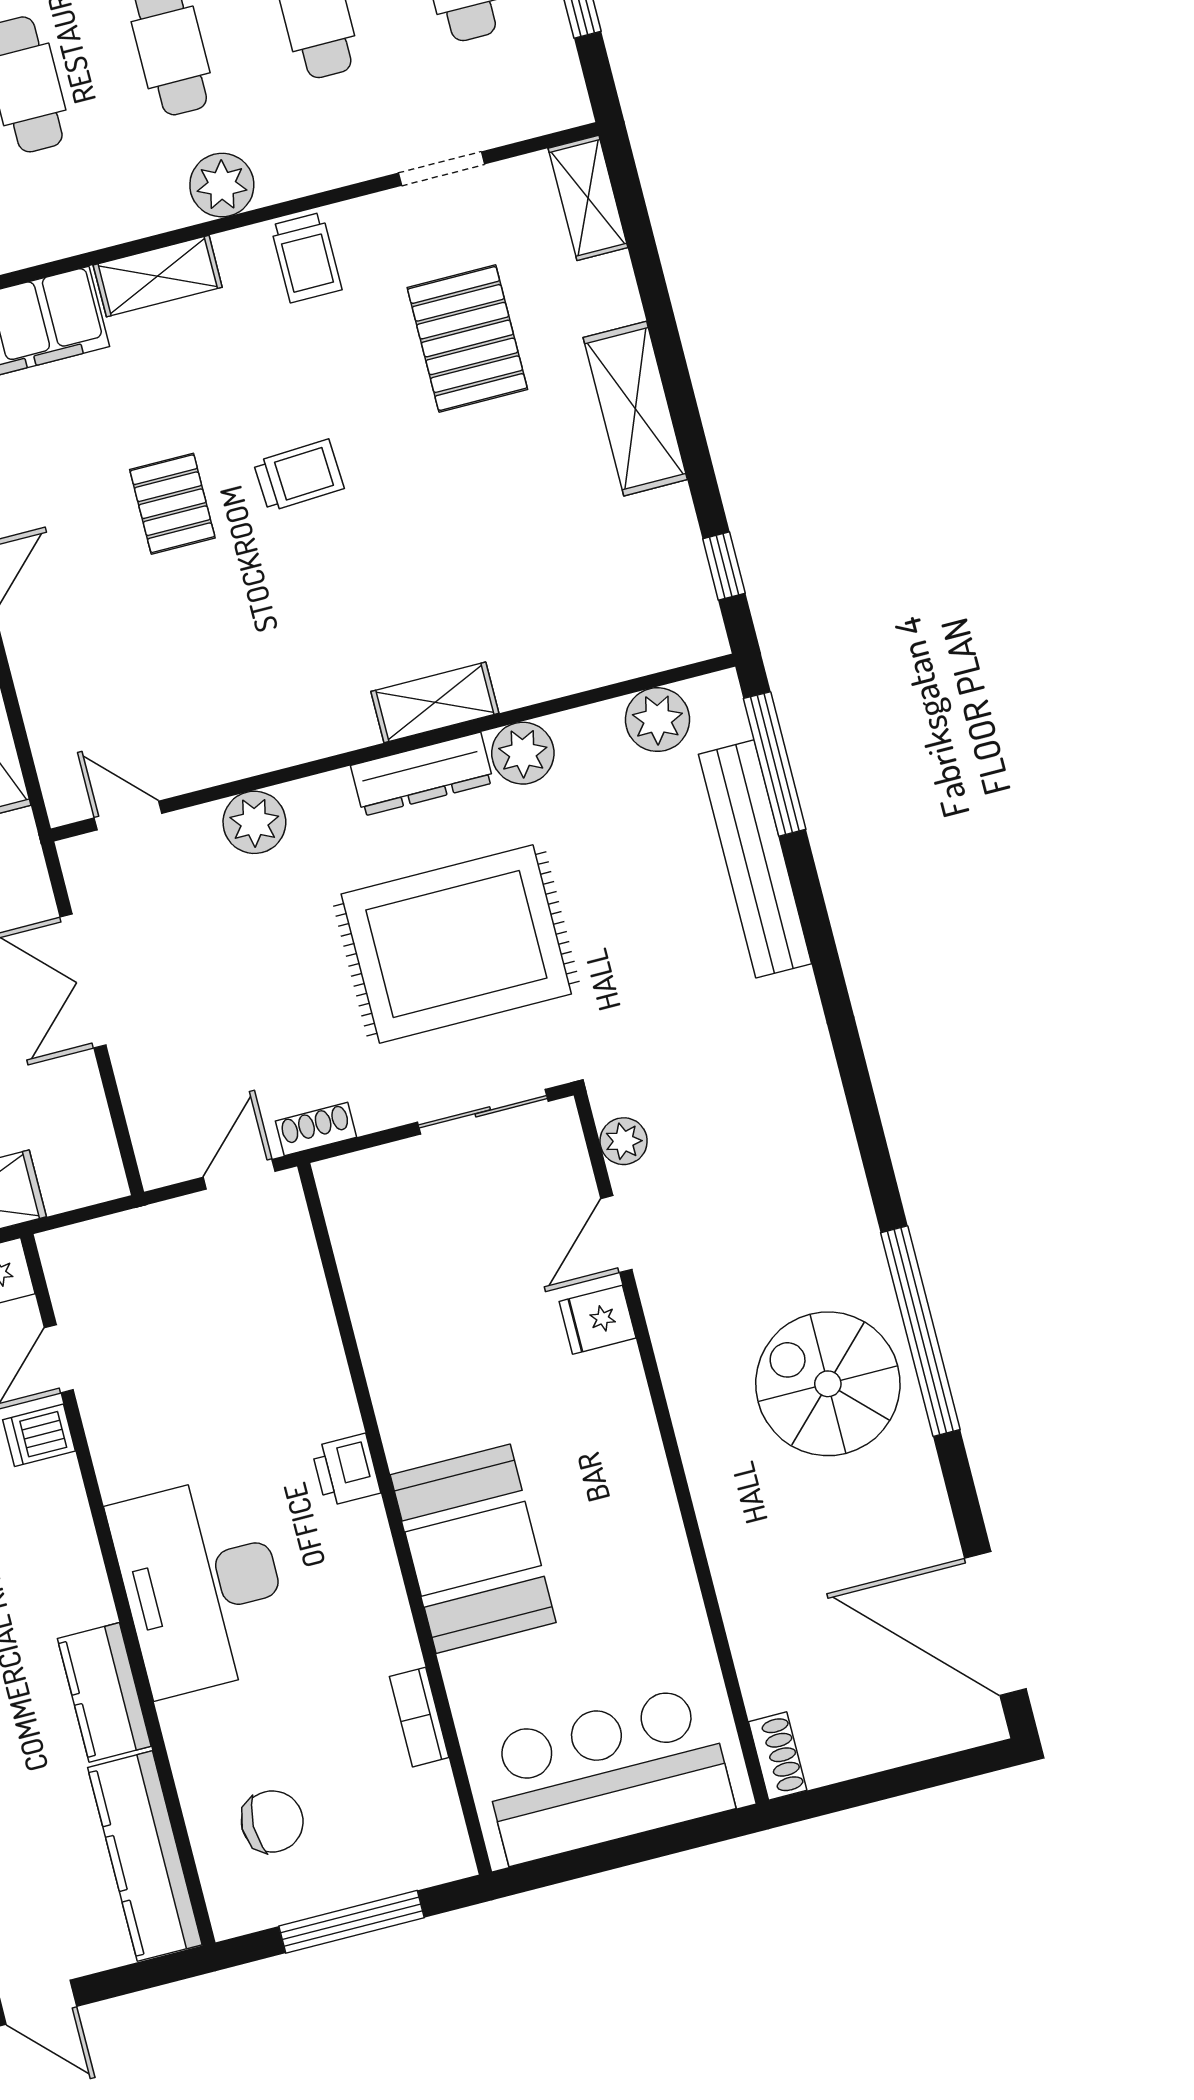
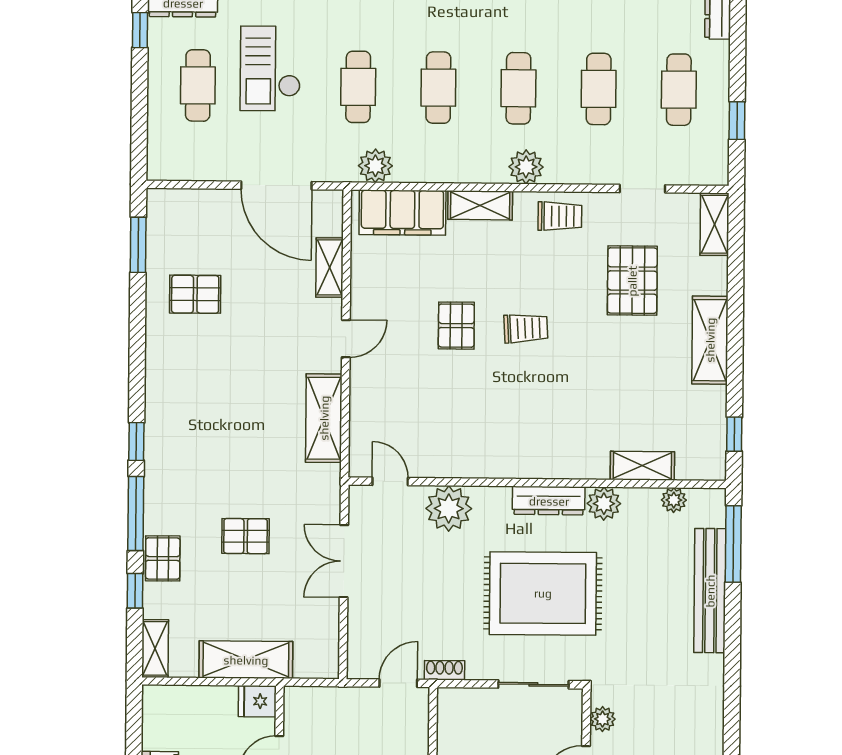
trolley: (306, 258) -> (560, 216), turned -90
shelving: (435, 702) -> (642, 466), moved
plant: (657, 720) -> (674, 500), width x0.73, depth x0.73
plant: (254, 822) -> (449, 508), width x1.36, depth x1.36

